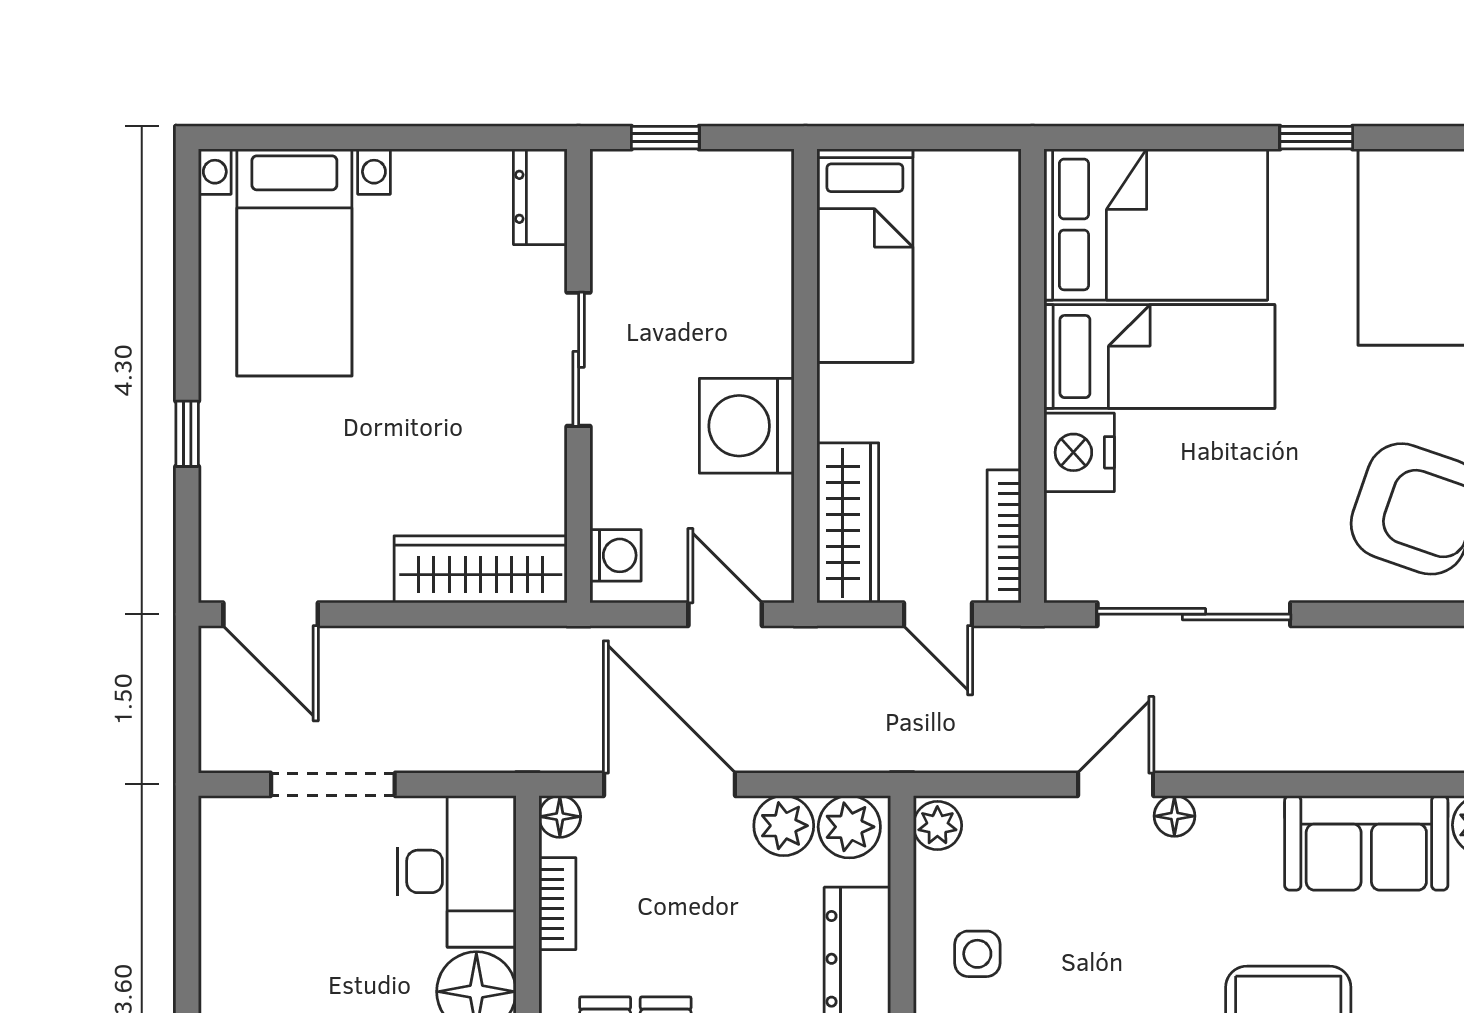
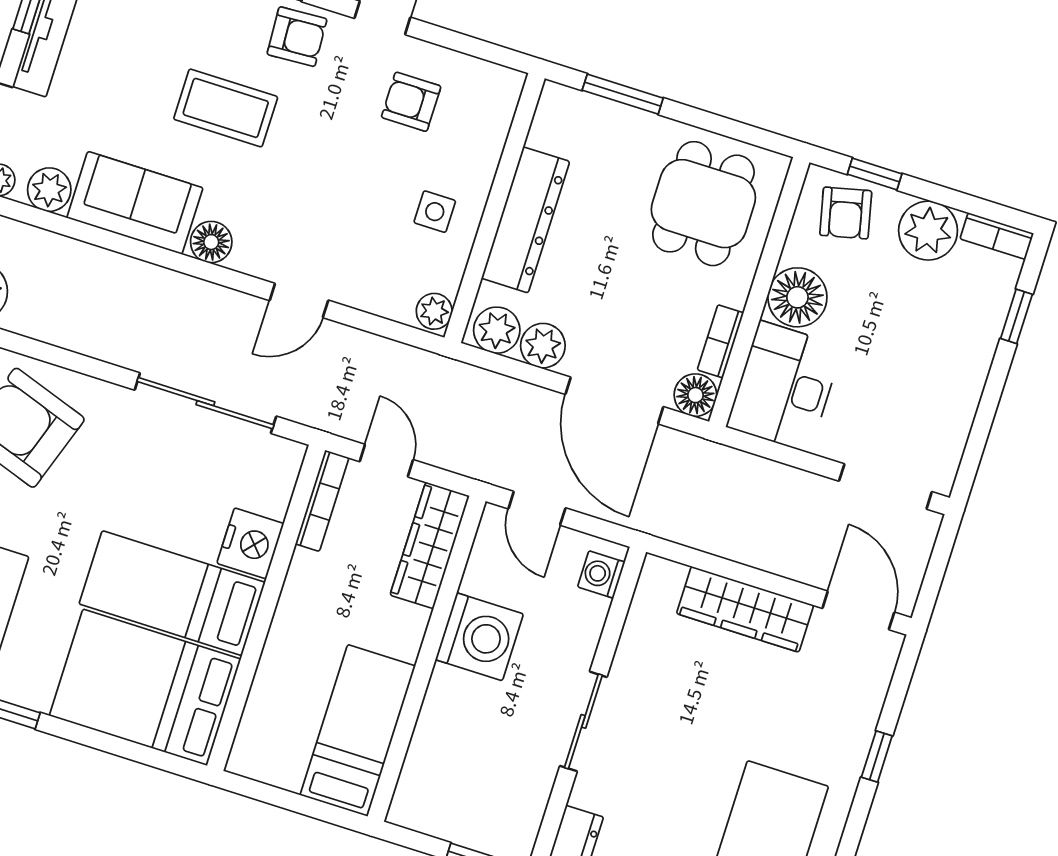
wardrobe: (481, 569) -> (745, 609), moved
doorway: (333, 784) -> (885, 486), moved
floor lamp: (1174, 816) -> (211, 242), moved, width x1.37, depth x1.37
floor lamp: (560, 817) -> (695, 395), width x1.37, depth x1.37

